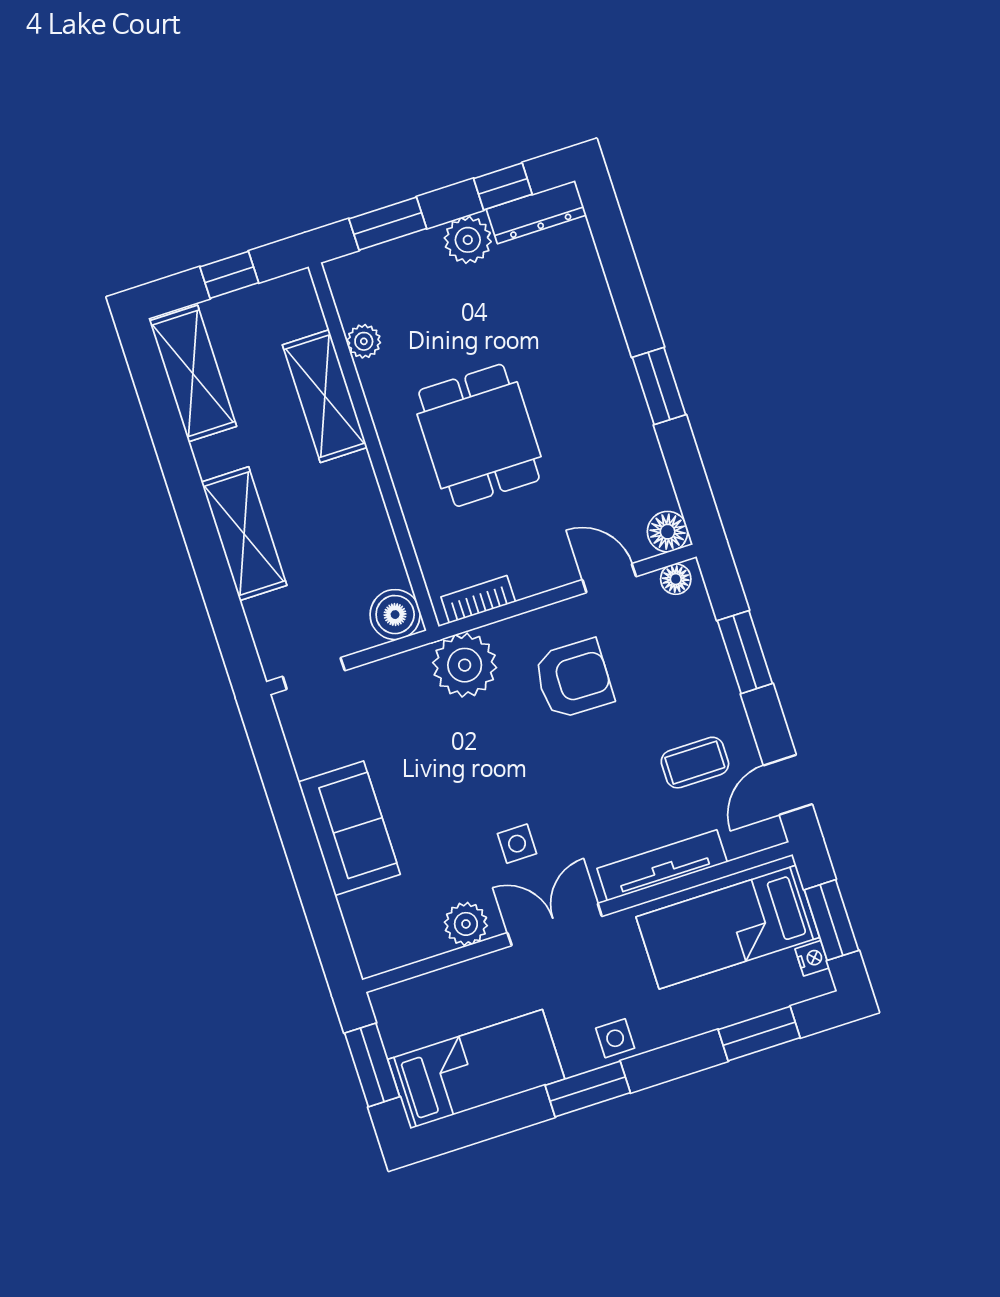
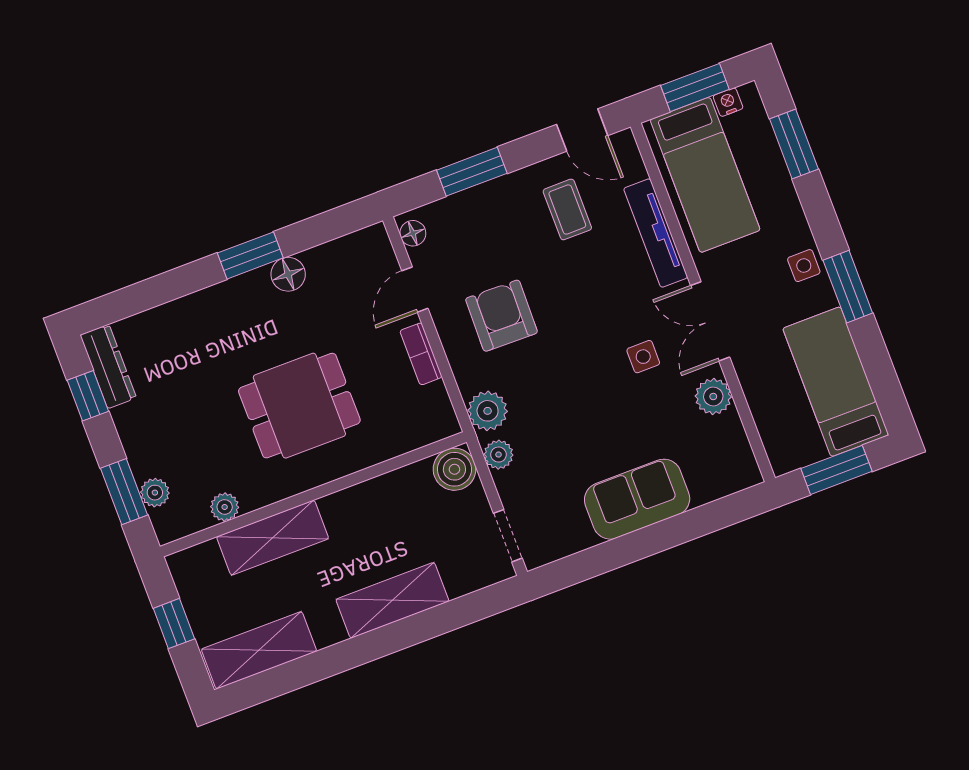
plant: (468, 240) -> (155, 493), moved, width x0.73, depth x0.73
floor lamp: (668, 532) -> (288, 274), moved
bookcase: (478, 599) -> (421, 354), moved
plant: (465, 665) -> (488, 411), width x0.73, depth x0.73
plant: (410, 667) -> (498, 455), added

